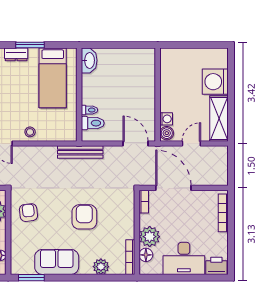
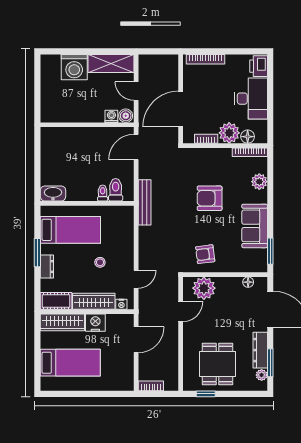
stool: (30, 132) -> (100, 262), moved
bookcase: (144, 202) -> (206, 139), moved

